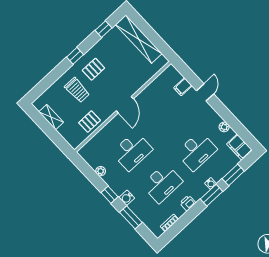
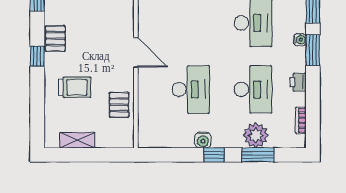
pallet: (93, 69) -> (55, 39), moved
plant: (101, 171) -> (256, 135), moved, width x1.88, depth x1.88
water cooler: (127, 198) -> (203, 140), moved

